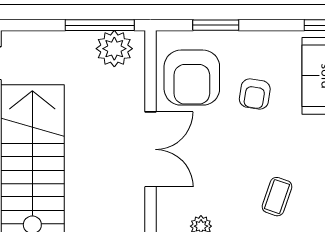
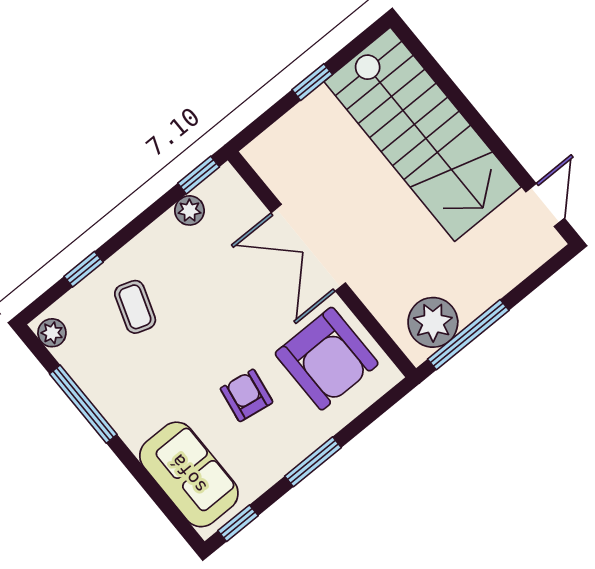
window: (216, 25) -> (313, 462), moved
armchair: (192, 78) -> (327, 359), turned 180

